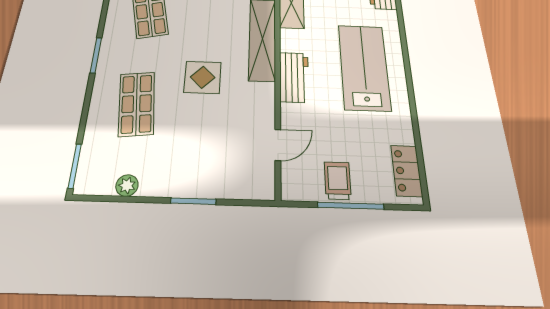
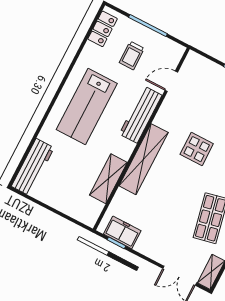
workbench: (294, 77) -> (141, 115), width x1.38
trolley: (338, 181) -> (132, 55), moved

